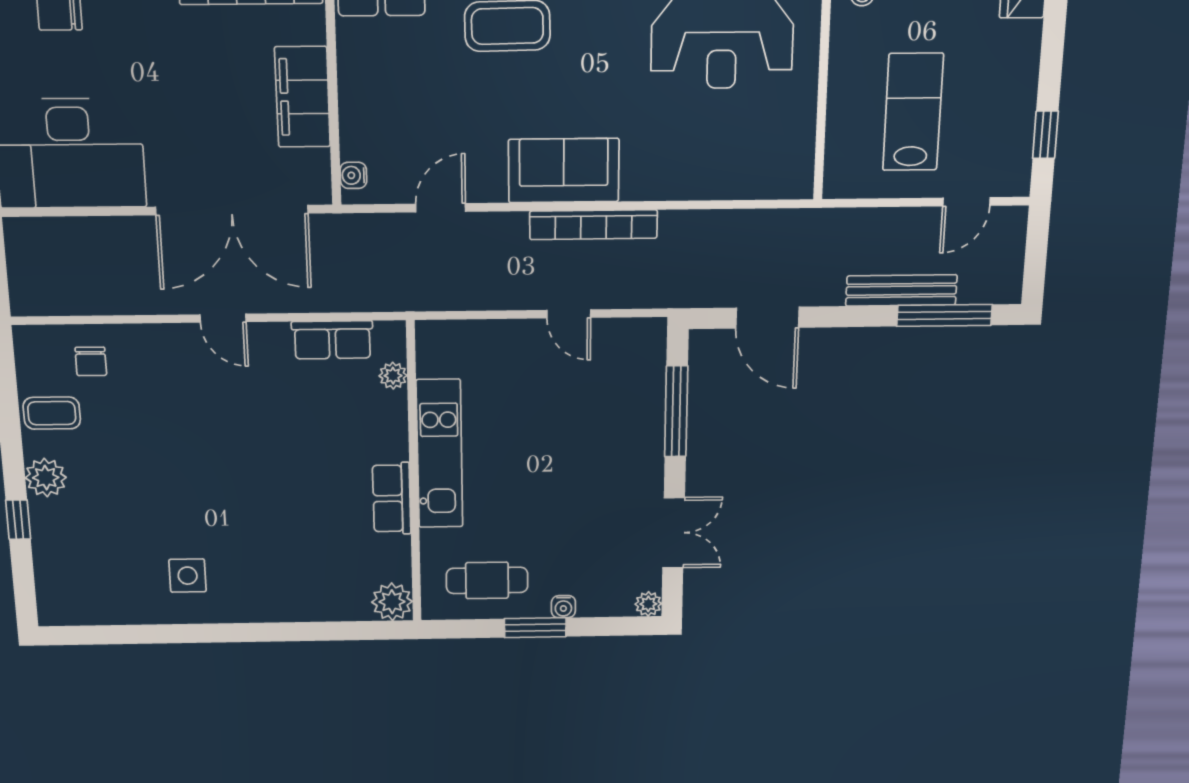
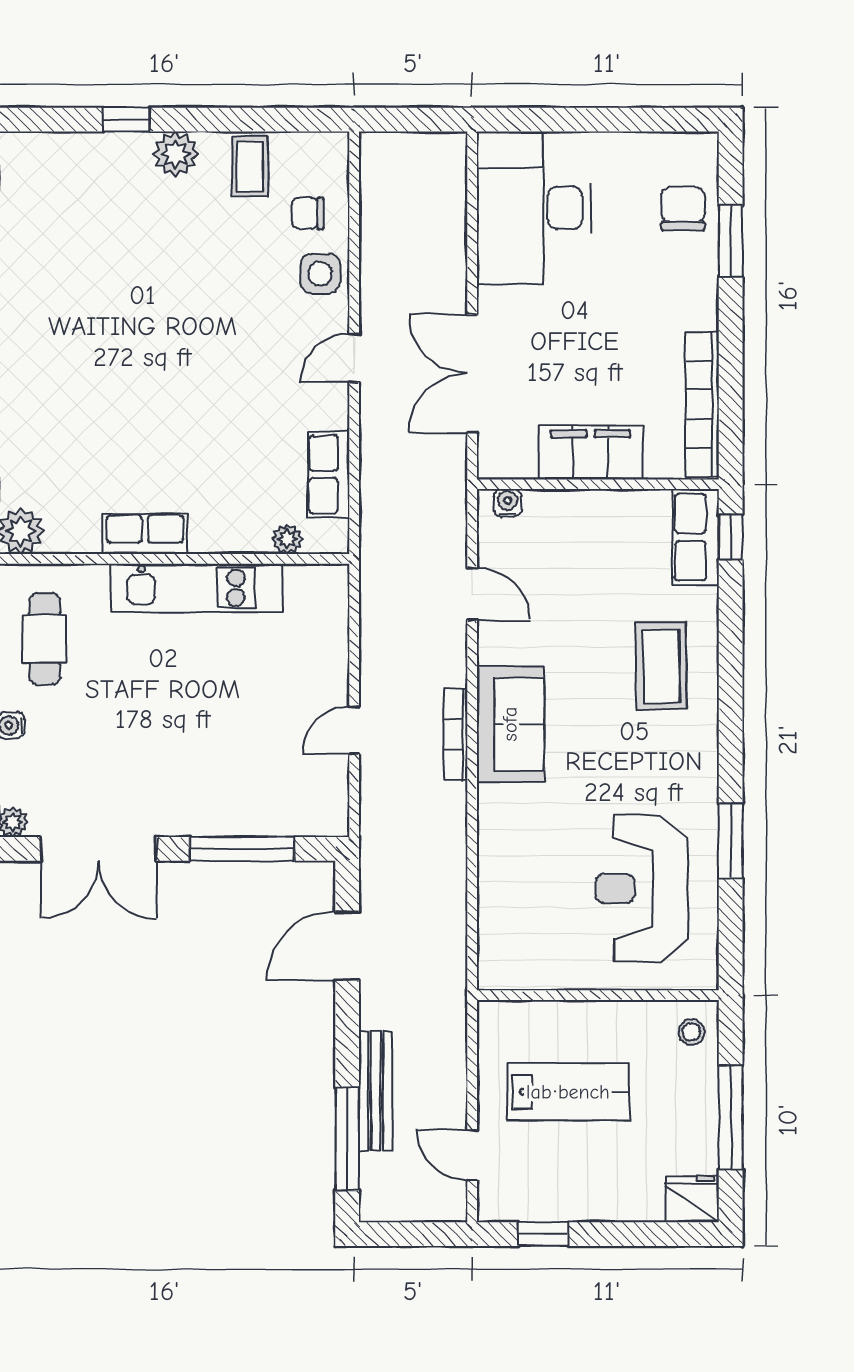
double door: (232, 210) -> (472, 373), width x0.73
bookcase: (593, 225) -> (456, 734), width x0.68, depth x0.76
double door: (674, 533) -> (99, 849), width x1.37
side table: (188, 576) -> (320, 274), moved

